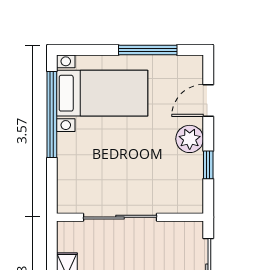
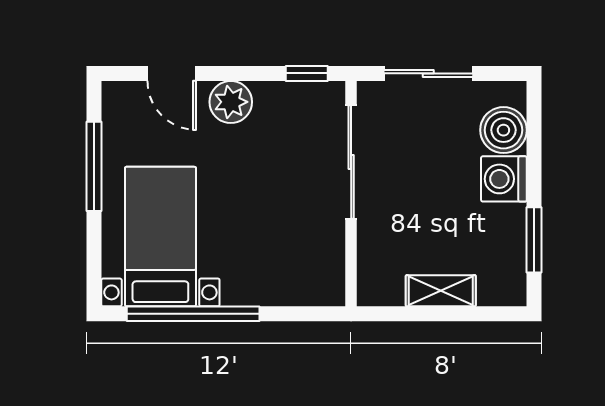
window: (208, 165) -> (307, 73), moved
sliding door: (120, 217) -> (351, 162), moved

